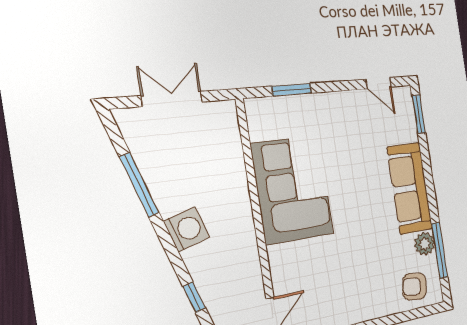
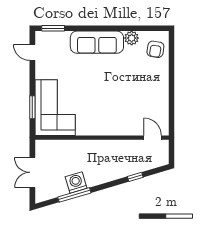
door: (379, 83) -> (32, 52), swing flipped
corner sofa: (292, 189) -> (55, 108), moved, turned 90
washing machine: (187, 229) -> (76, 183), moved
window: (440, 250) -> (137, 28), removed

